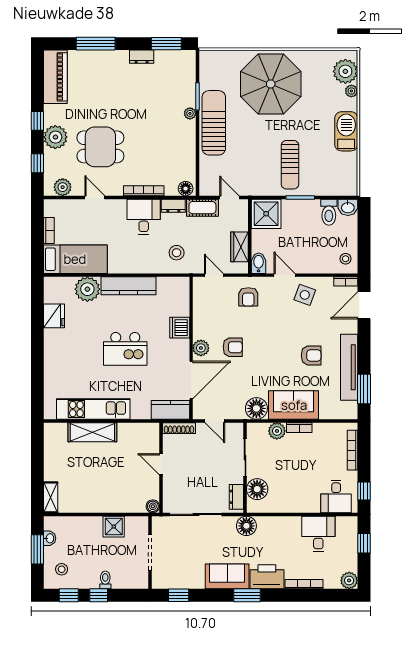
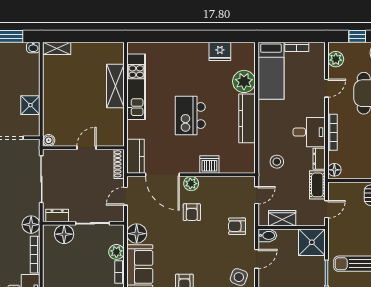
bookcase: (280, 521) -> (35, 255), added
washbasin: (50, 538) -> (33, 47), moved

